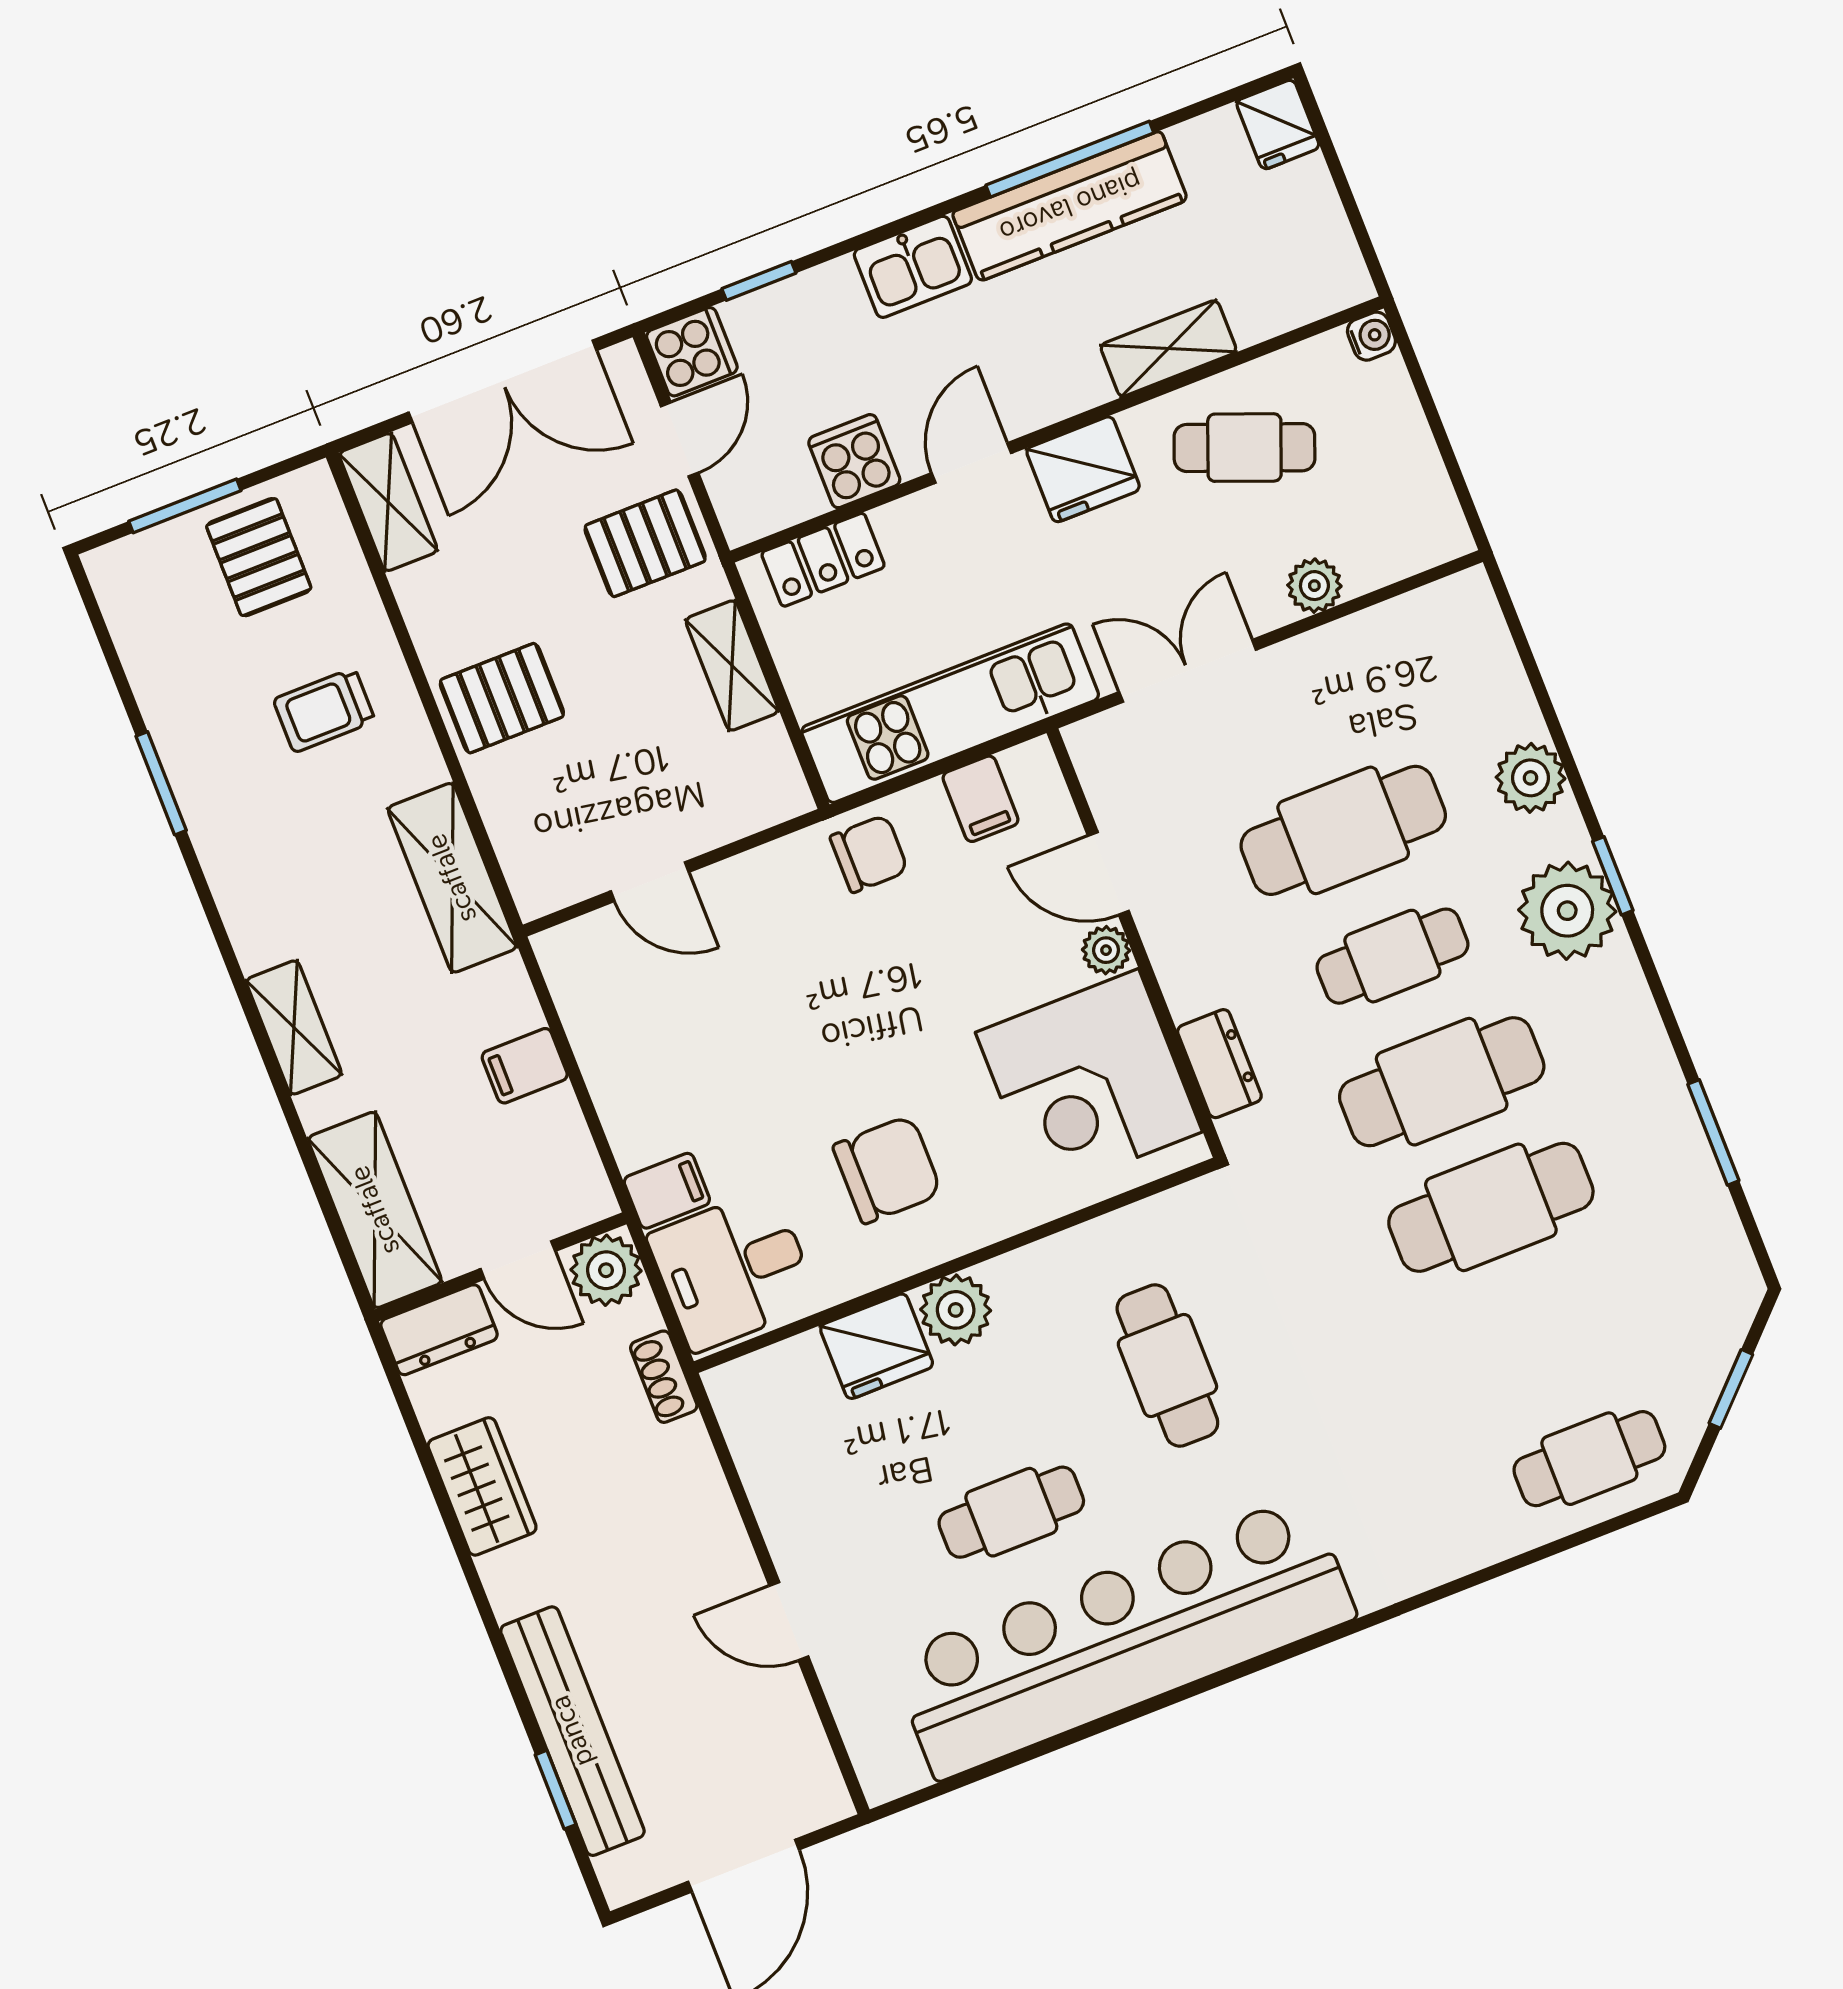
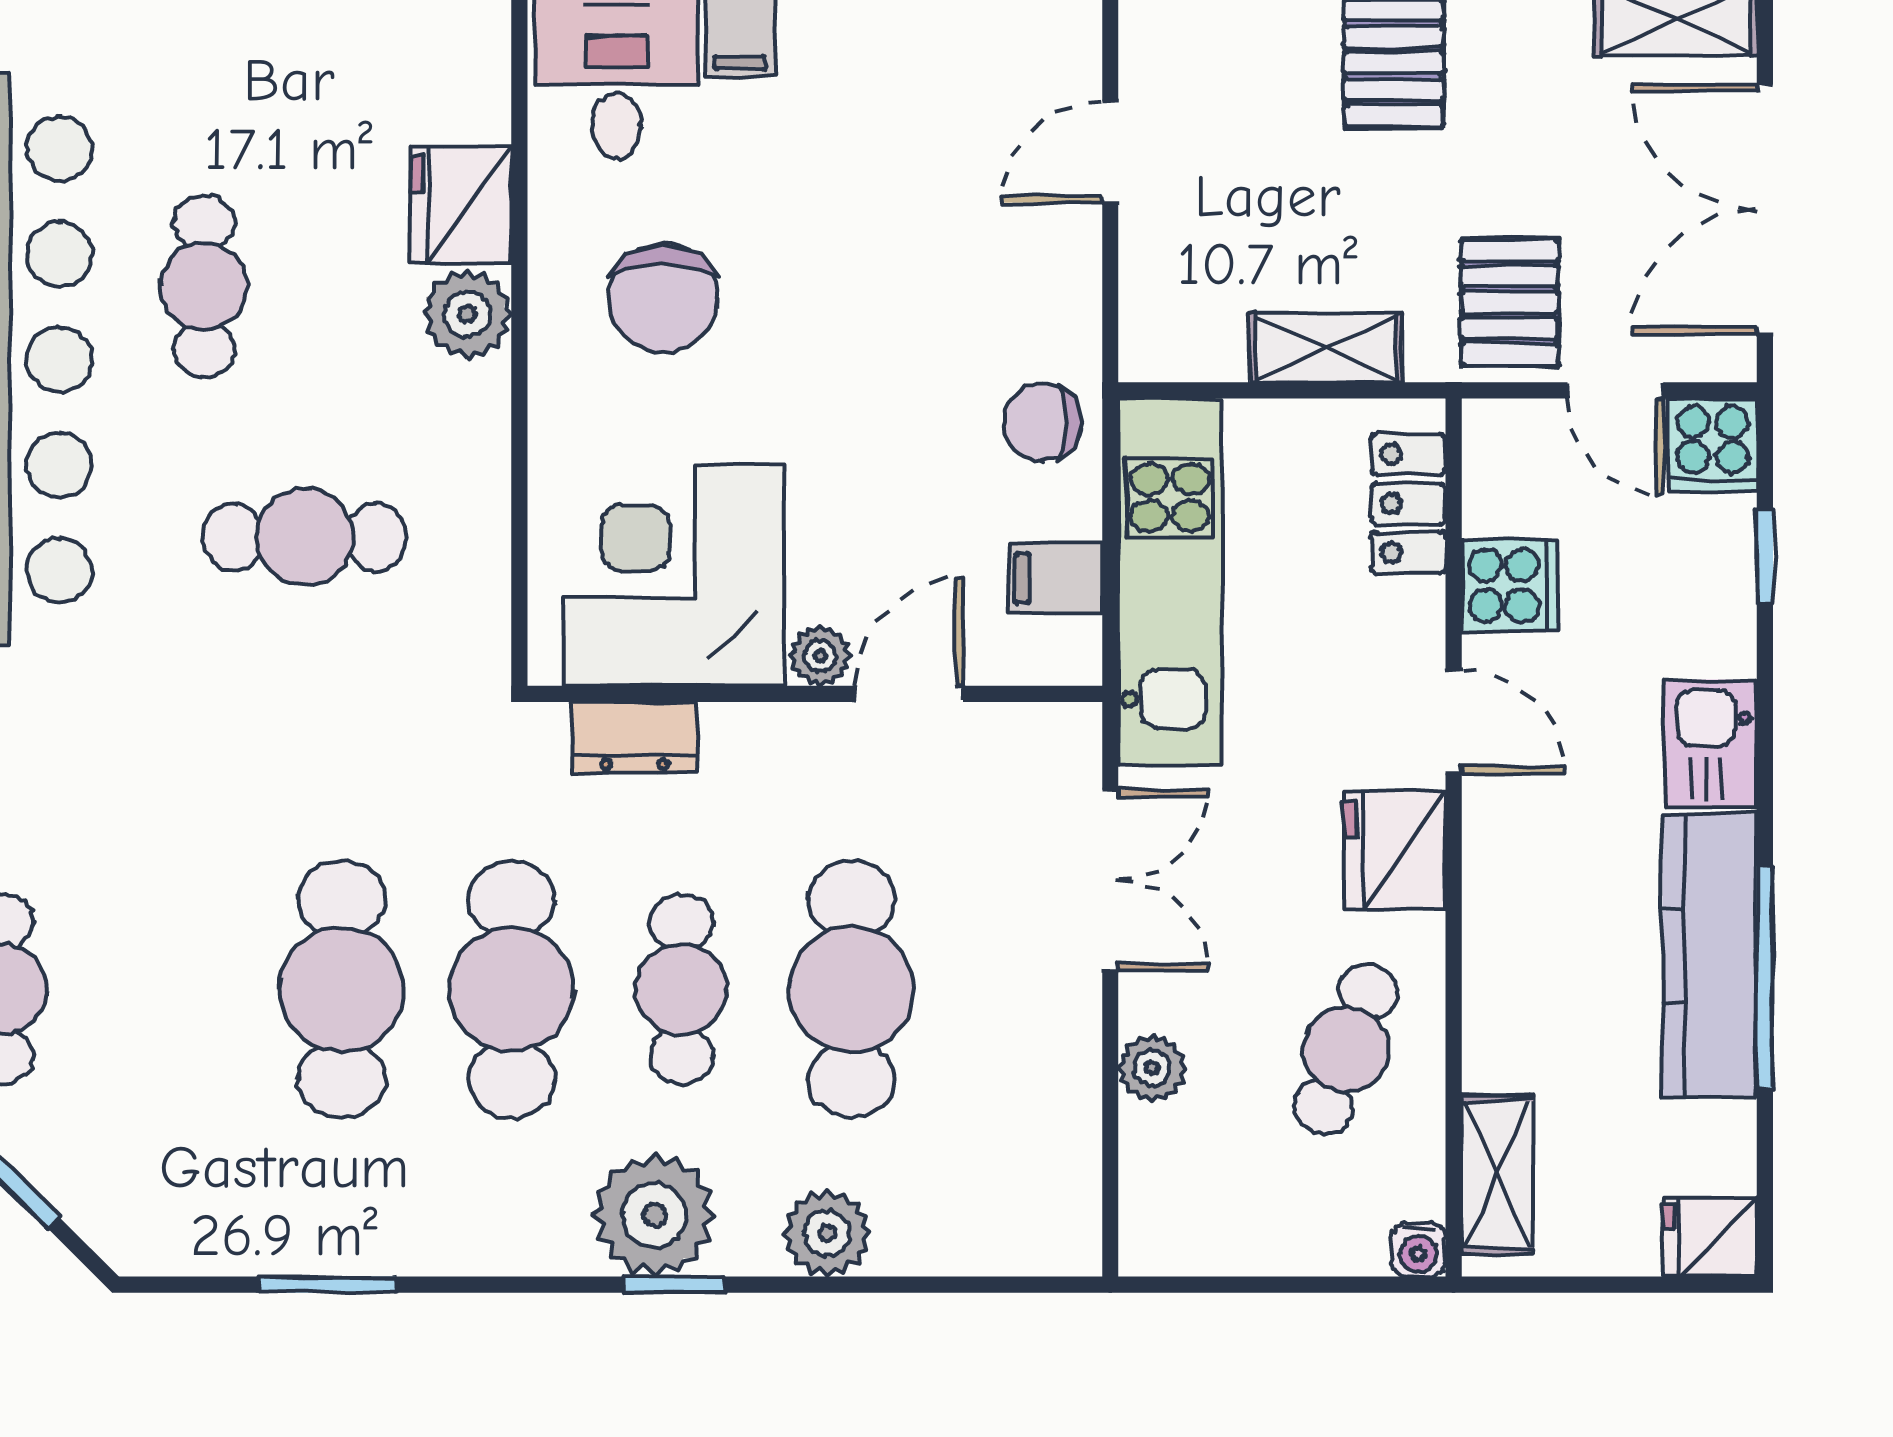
shelving: (1168, 348) -> (1497, 1174), moved
chair: (869, 854) -> (1042, 422), turned 91

